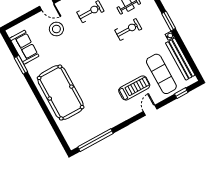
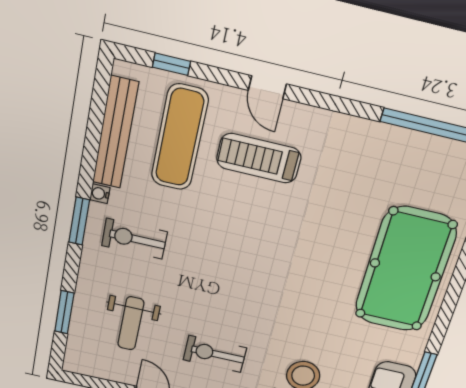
exercise bike: (128, 30) -> (134, 239), moved
door: (150, 110) -> (267, 87), hinge flipped

